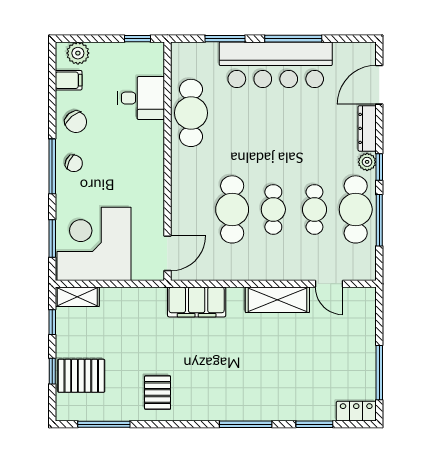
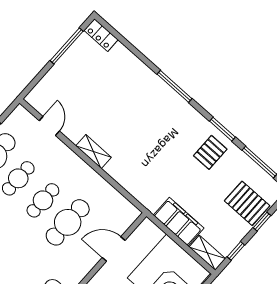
door: (167, 253) -> (114, 249), moved
shelving: (277, 300) -> (93, 152), width x0.67, depth x0.75
filing cabinet: (197, 302) -> (179, 222), moved
window: (314, 424) -> (223, 129), moved

